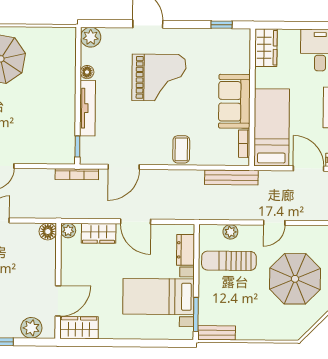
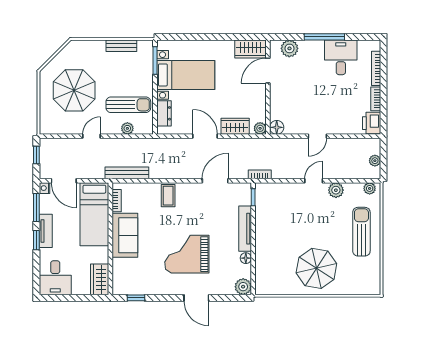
bookcase: (77, 174) -> (260, 174), width x0.64
bench: (217, 333) -> (121, 46), moved

